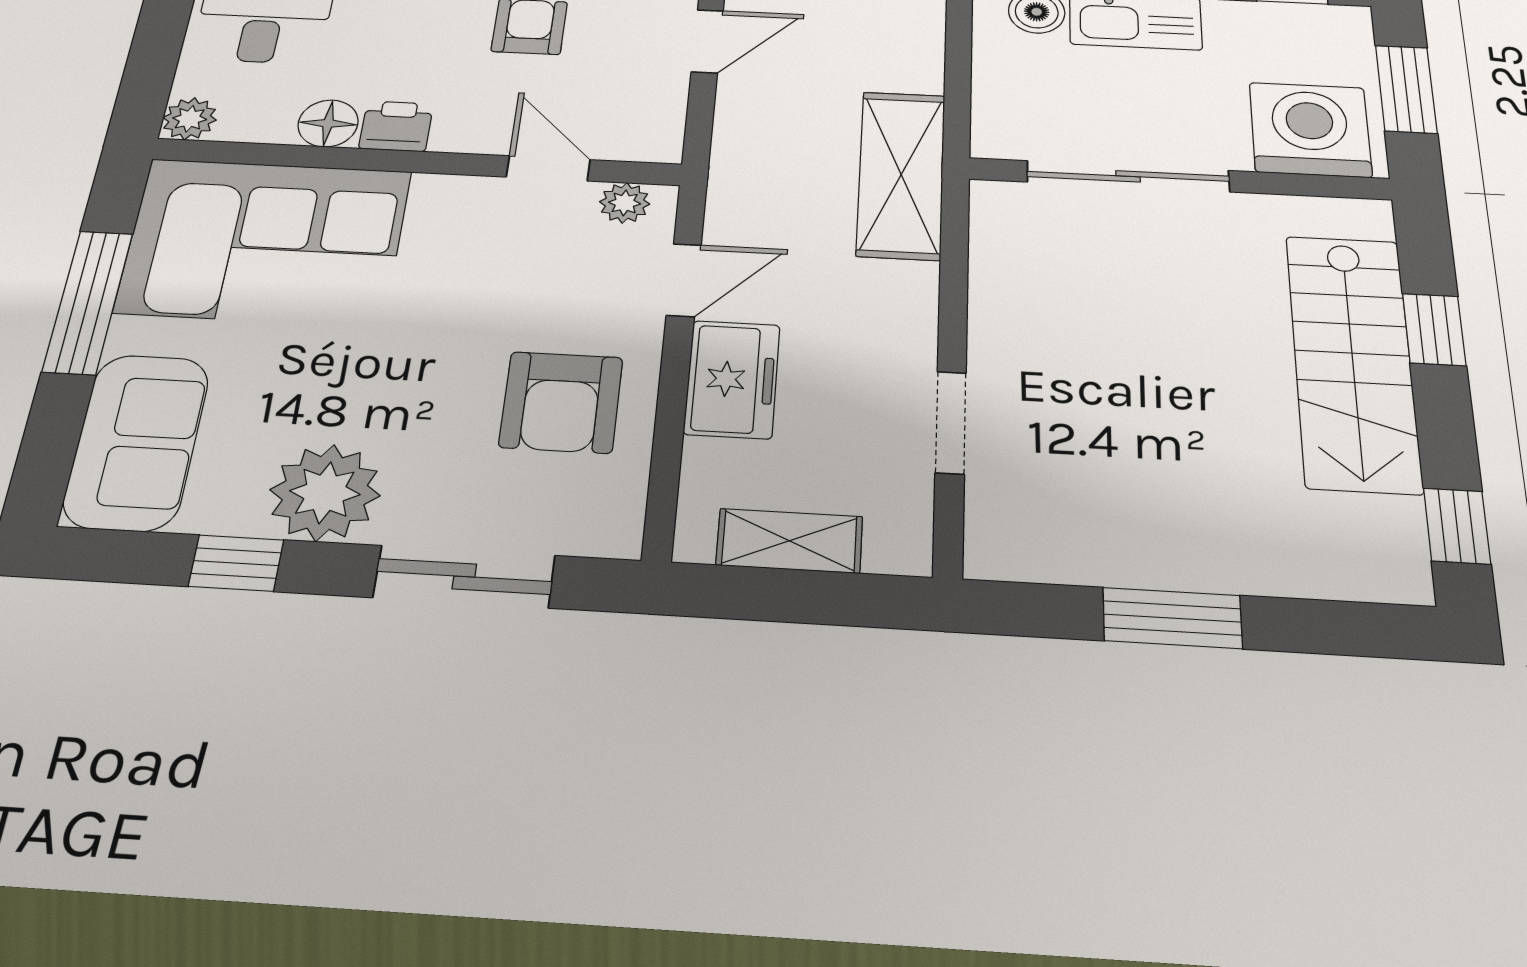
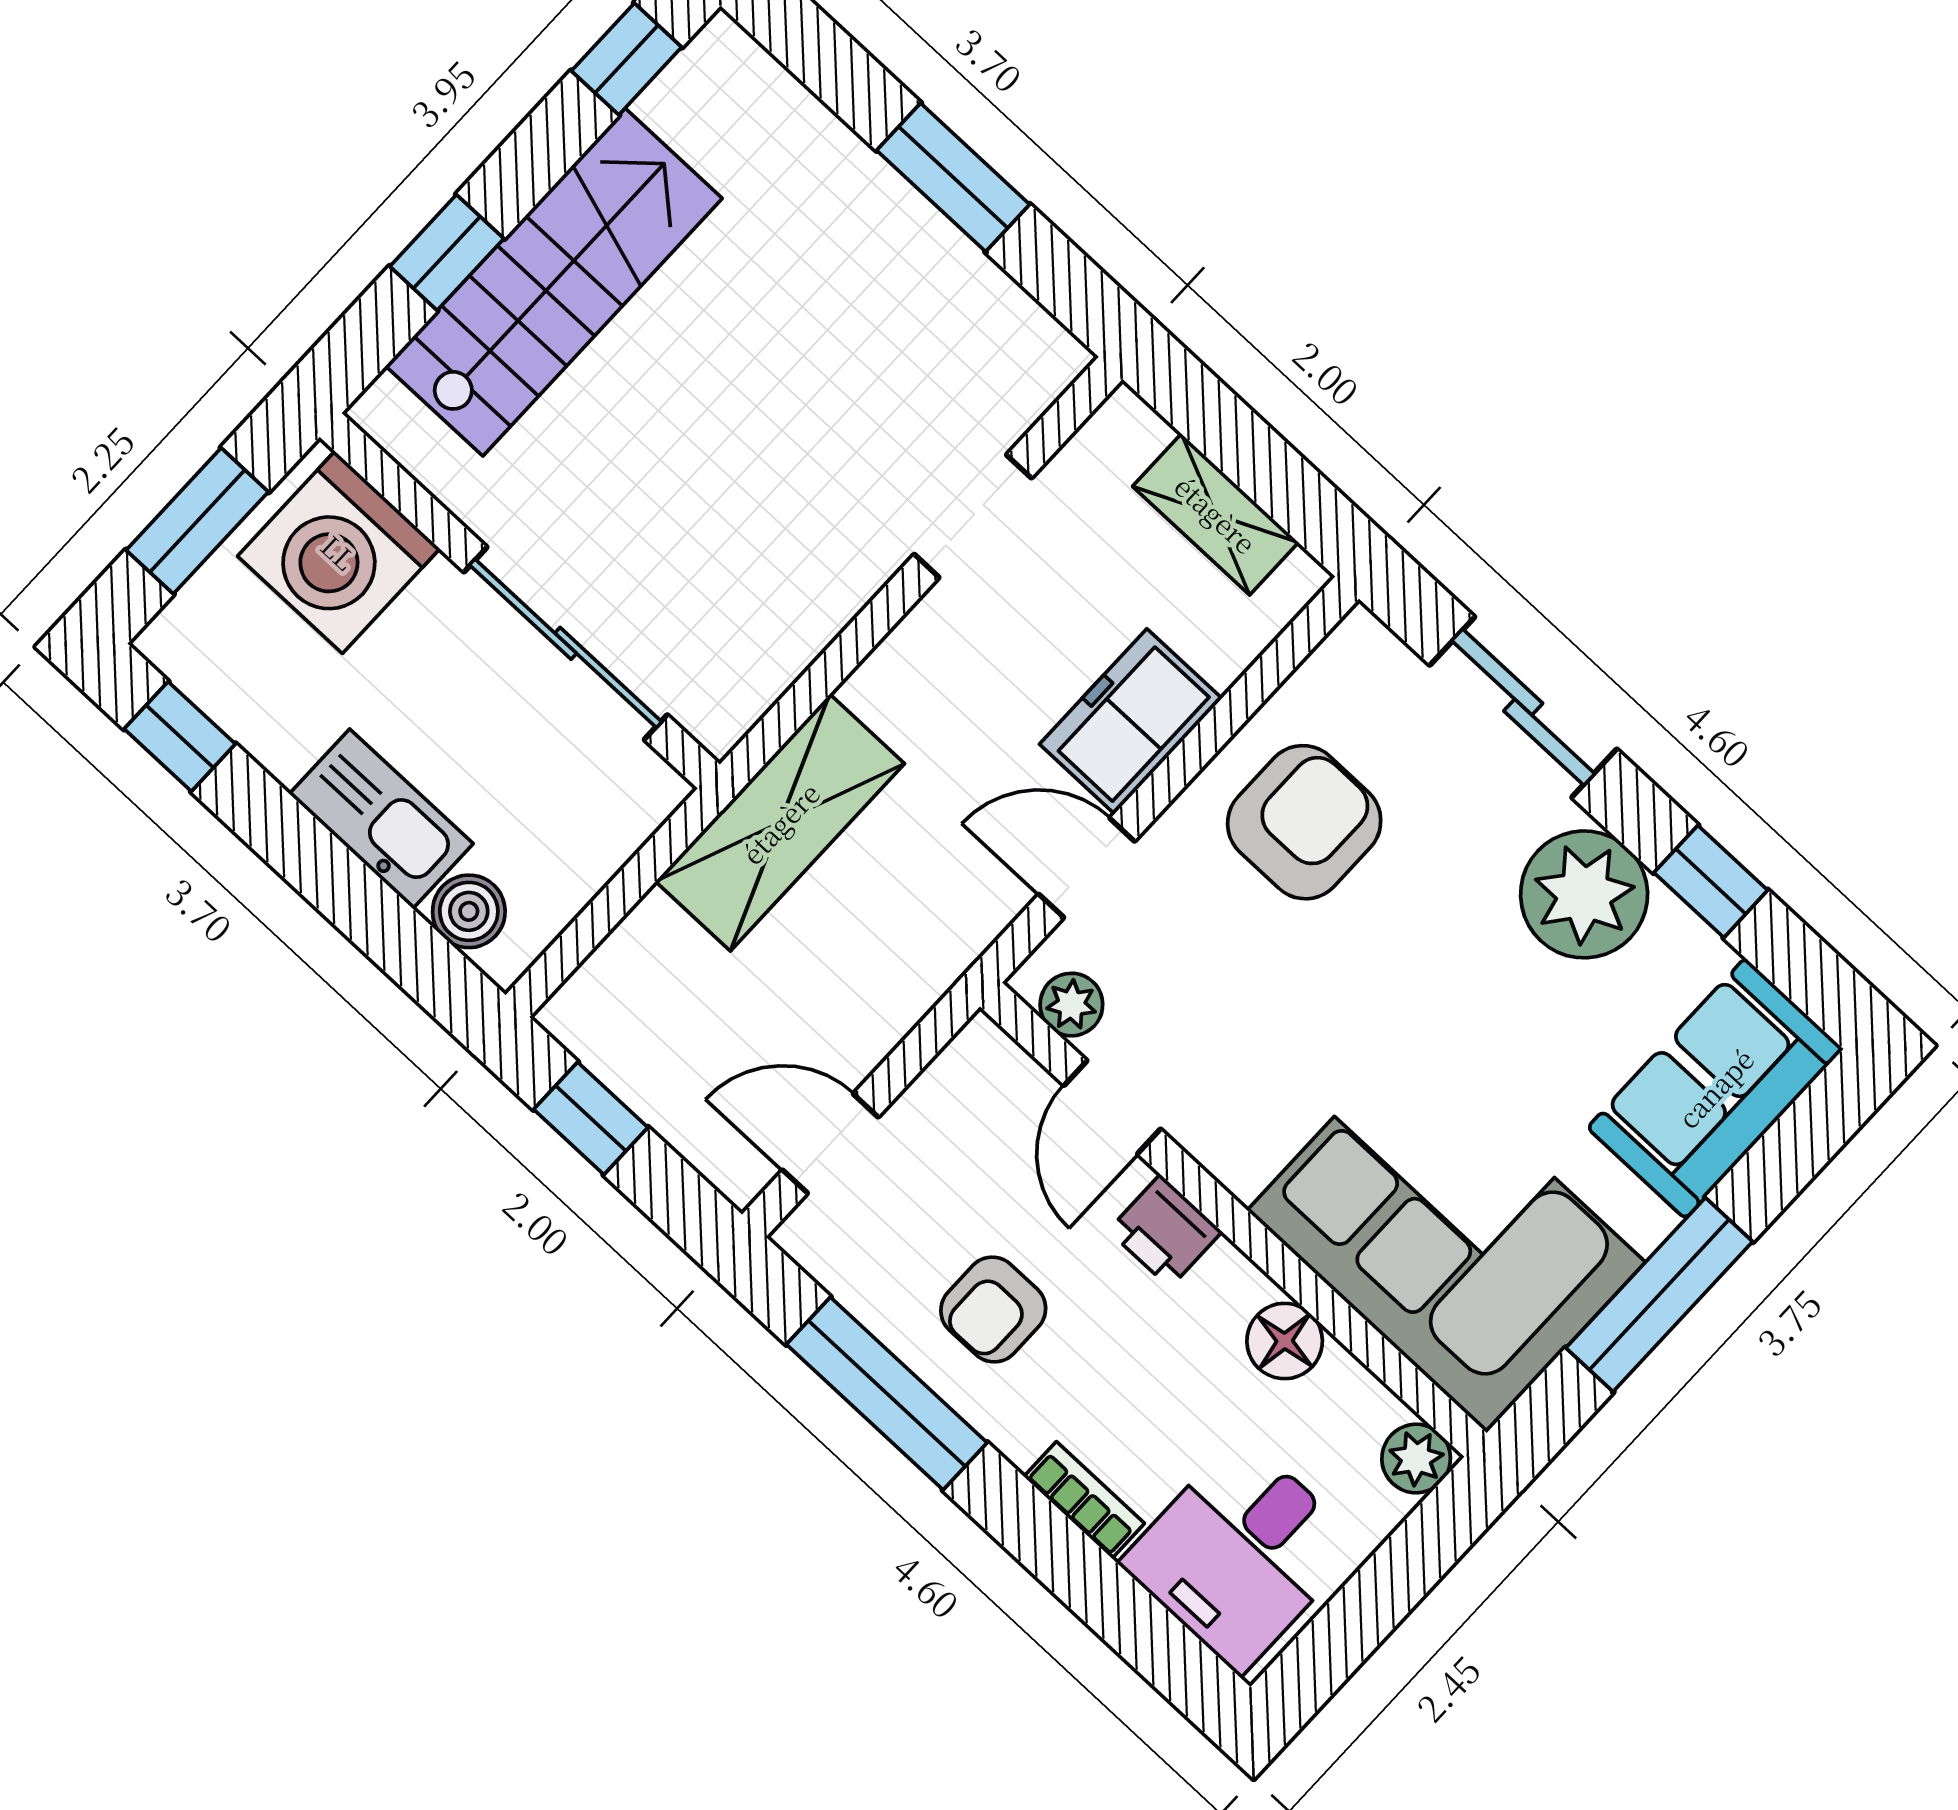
printer: (396, 126) -> (1165, 1231), moved

